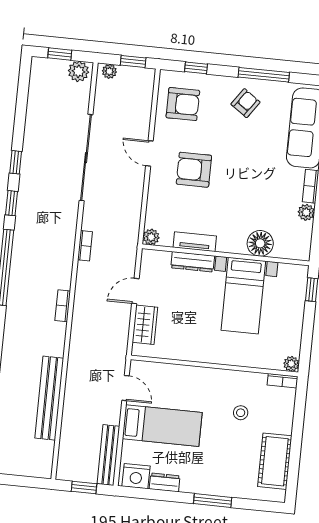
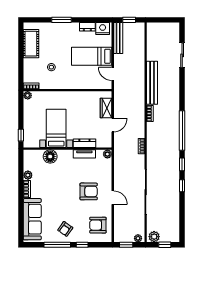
window: (196, 68) -> (82, 245), moved
bench: (49, 398) -> (152, 83), moved

